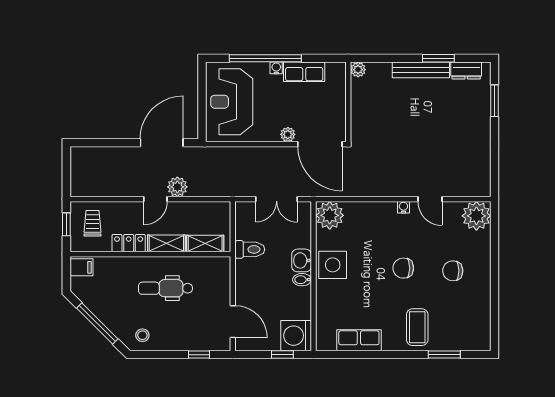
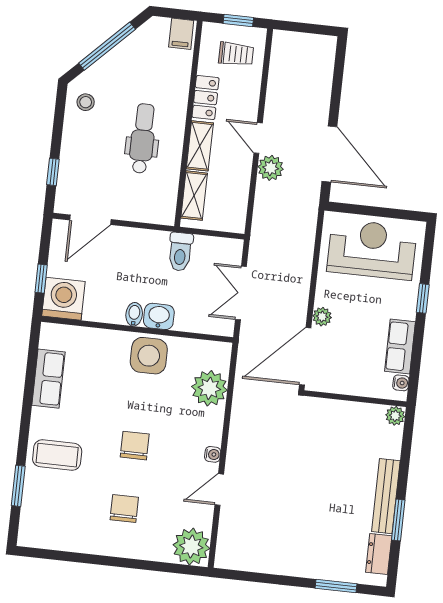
window: (265, 58) -> (423, 298), width x0.32
water cooler: (276, 68) -> (401, 383), moved
plant: (330, 215) -> (209, 388), moved

